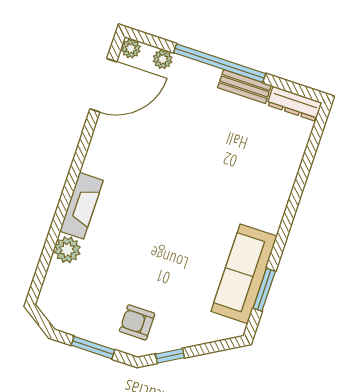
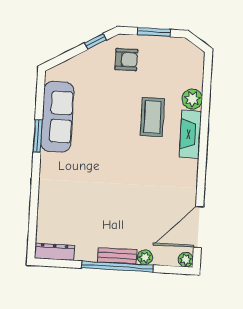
plant: (163, 59) -> (145, 257), moved
bench: (244, 87) -> (117, 256), moved
coffee table: (124, 241) -> (152, 117), added
window: (264, 290) -> (38, 136), moved

